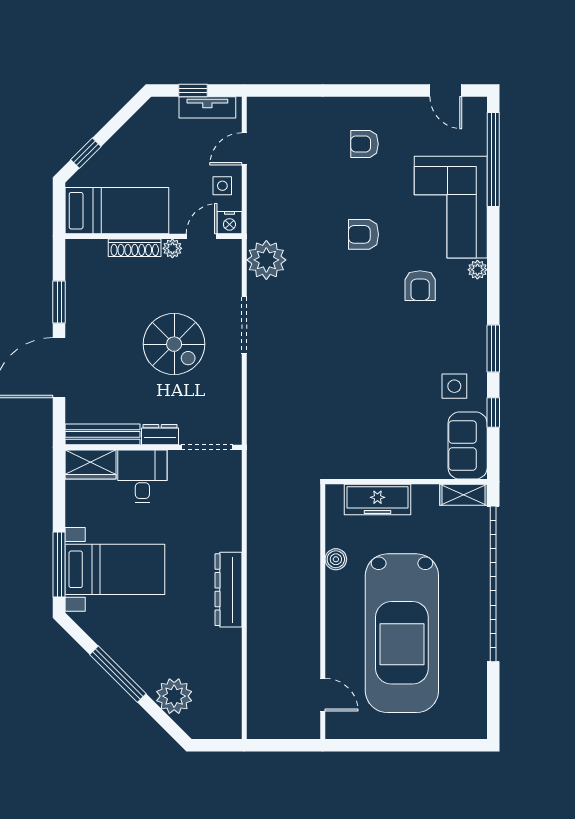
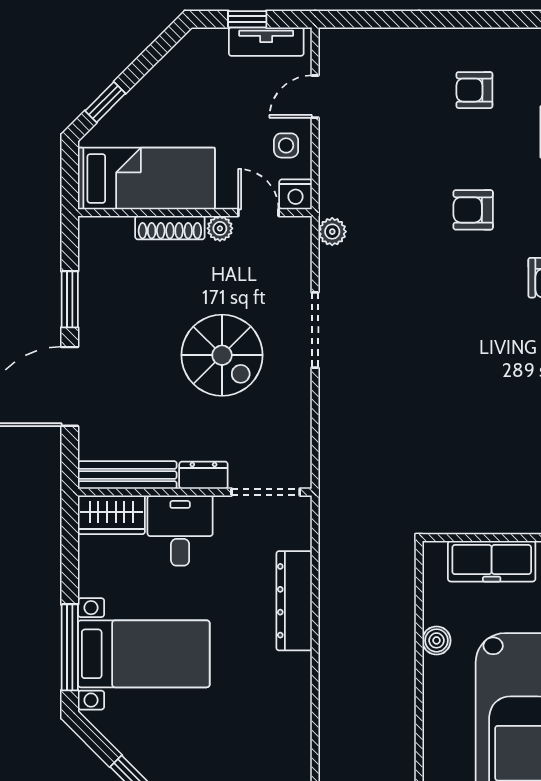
door: (202, 236) -> (258, 213), hinge flipped
plant: (266, 260) -> (332, 232), width x0.53, depth x0.53
dresser: (228, 590) -> (294, 601), moved

